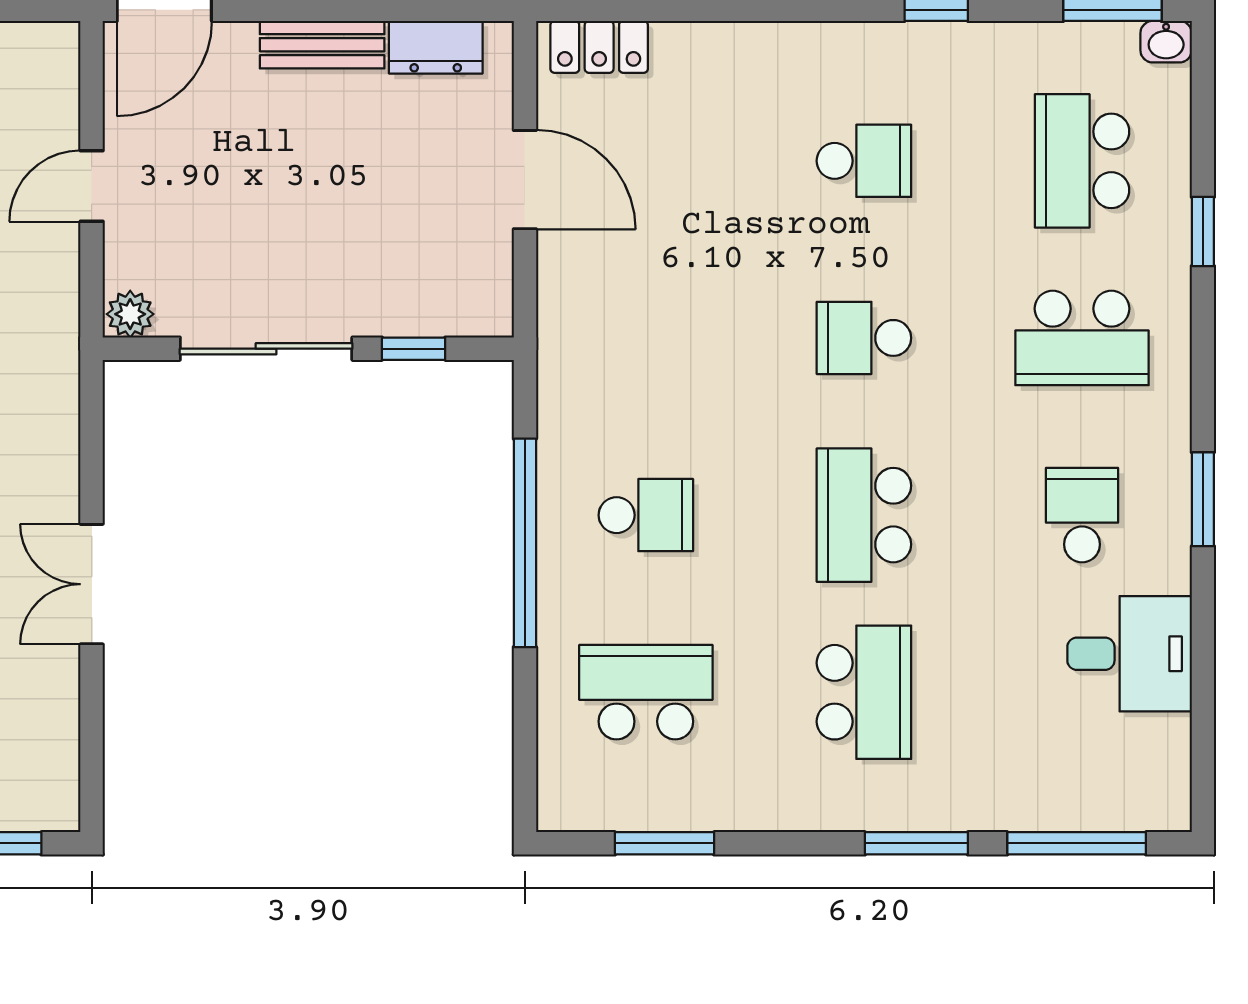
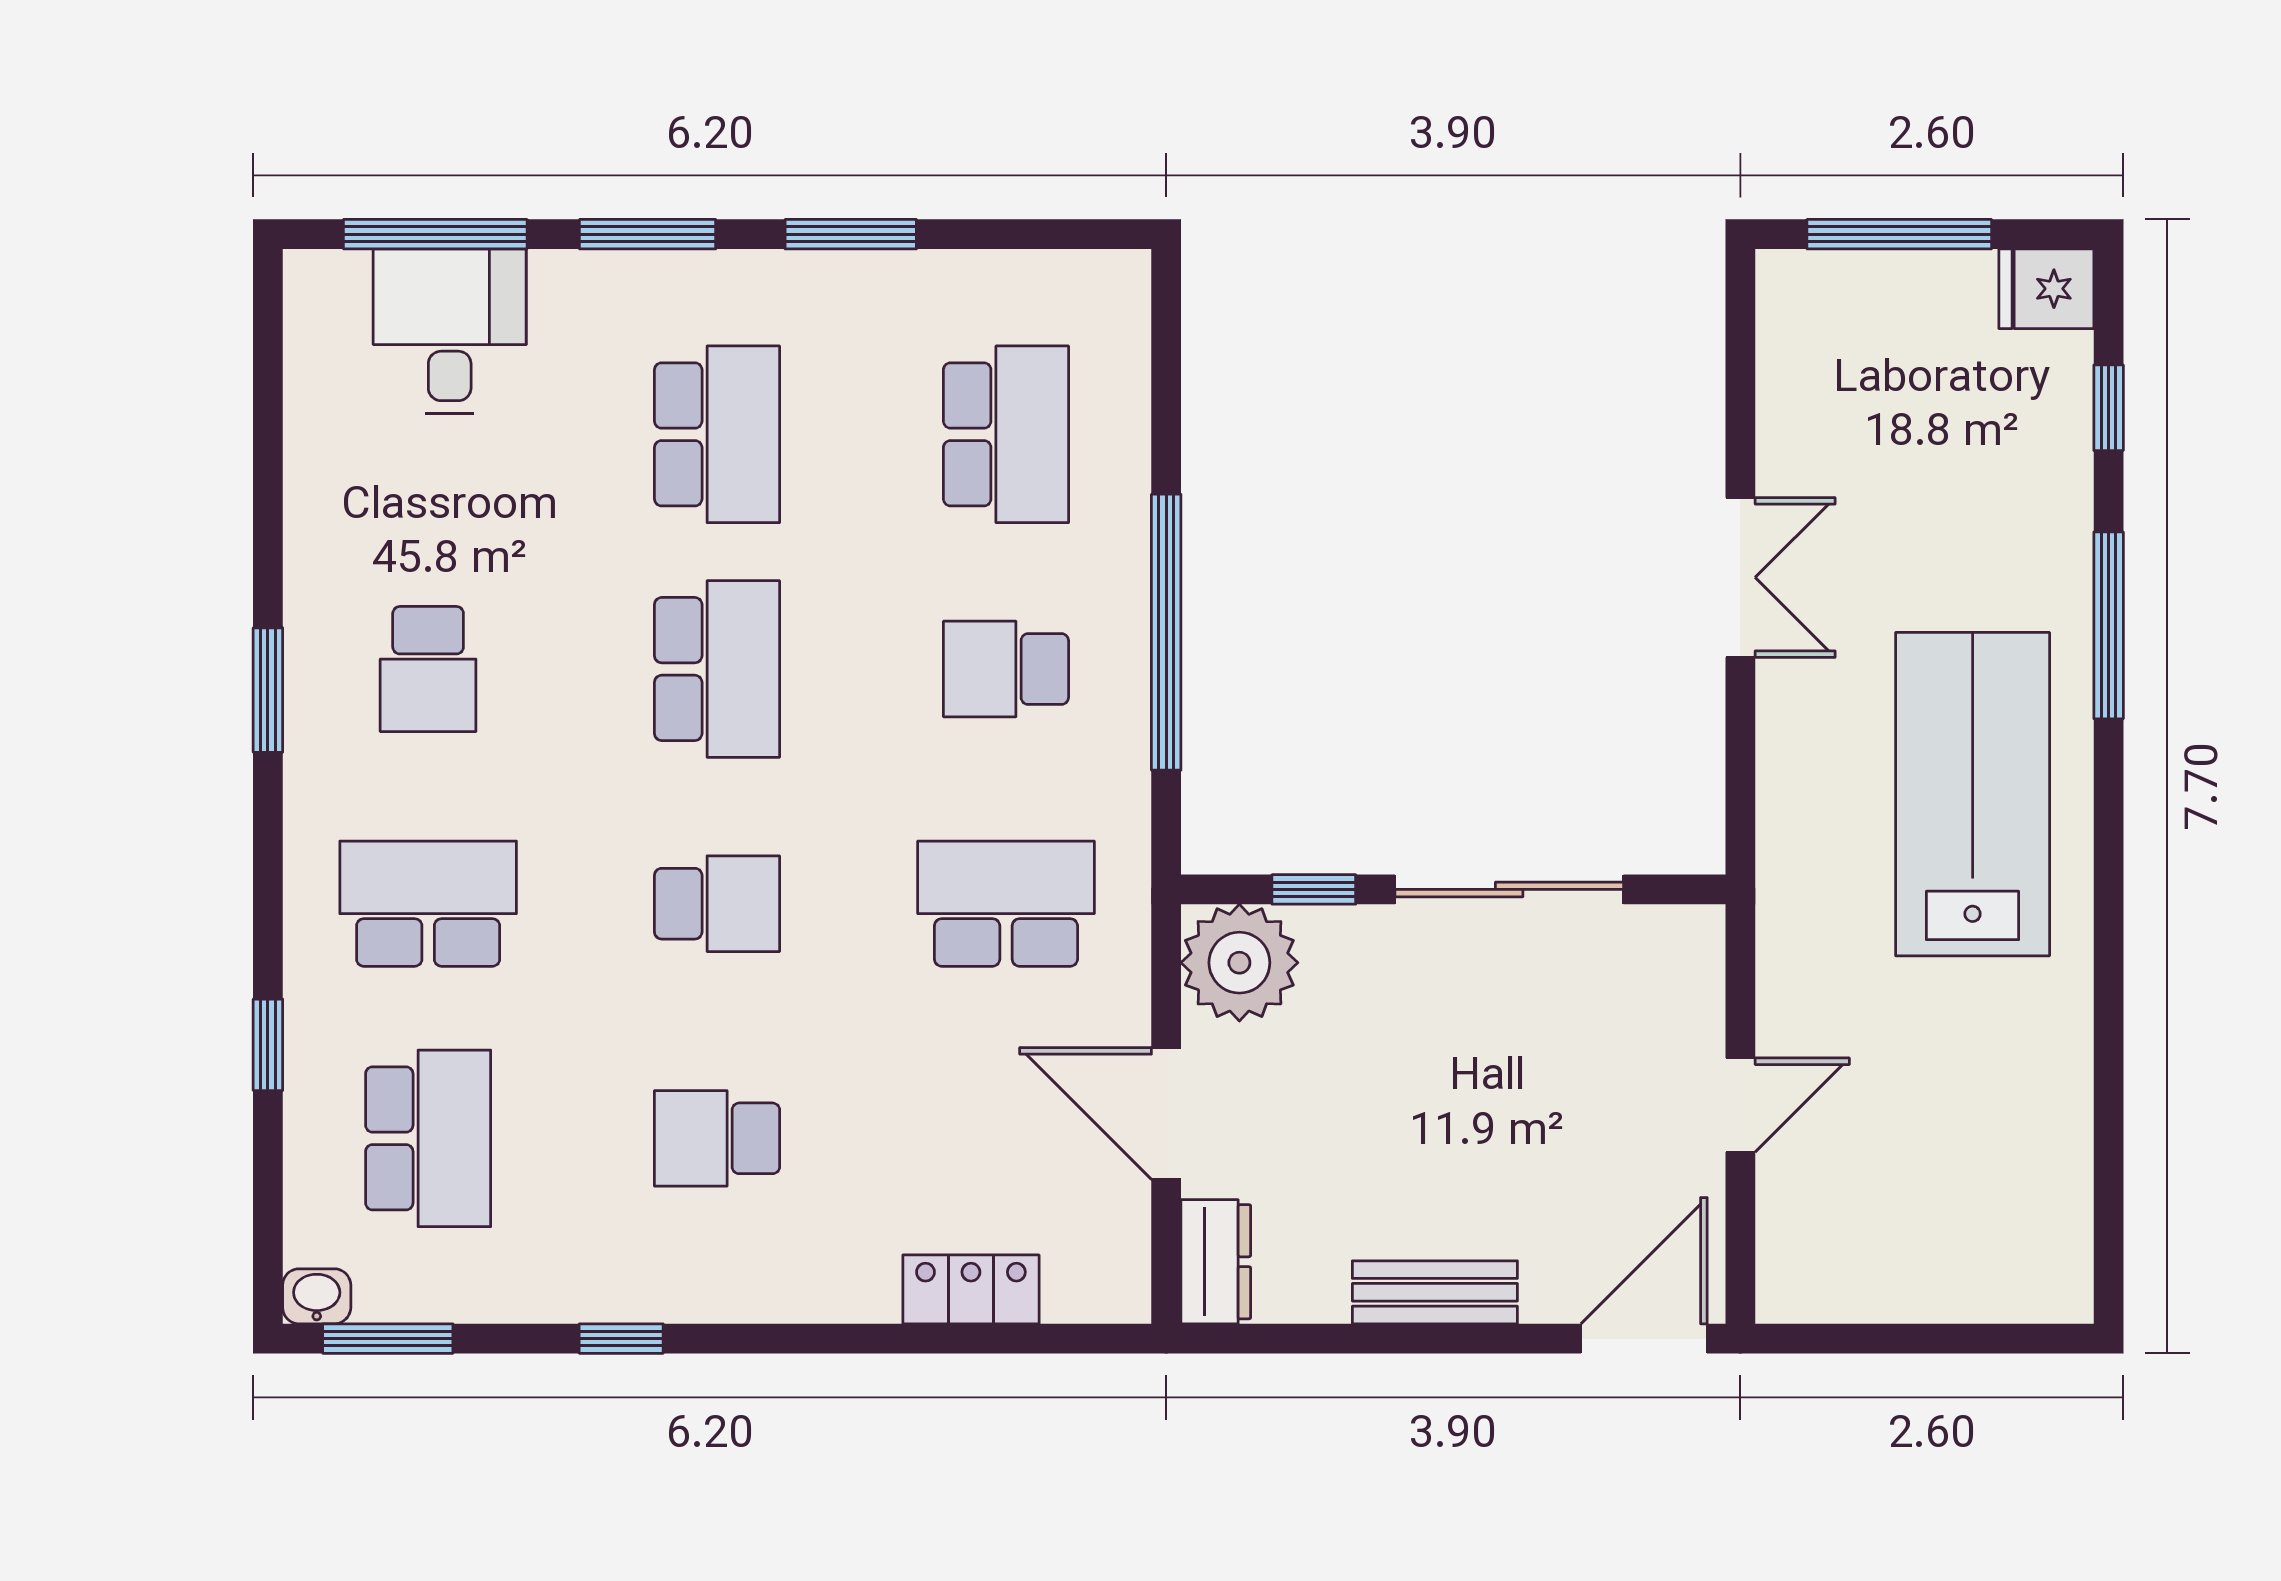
dresser: (436, 47) -> (1216, 1262), moved, turned 90
locker: (599, 47) -> (971, 1289), moved
plant: (130, 314) -> (1239, 963), moved, width x1.87, depth x1.87
school desk: (646, 338) -> (1006, 904), added
desk: (1130, 654) -> (450, 331), moved, turned 90
school desk: (646, 692) -> (1006, 434), turned -90
school desk: (864, 692) -> (717, 434), turned 180
window: (664, 843) -> (851, 234), moved

